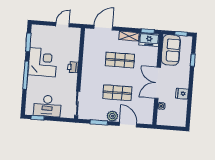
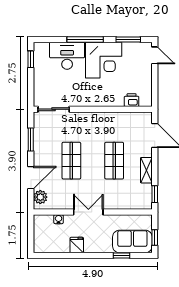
door: (63, 25) -> (155, 55), moved
freezer: (149, 40) -> (144, 197), removed
sofa: (171, 50) -> (132, 241), moved, turned 180
printer: (73, 67) -> (132, 100), moved
double door: (158, 83) -> (88, 212), width x0.73
desk: (47, 106) -> (67, 56), moved, turned 90
plant: (112, 116) -> (40, 197), moved

